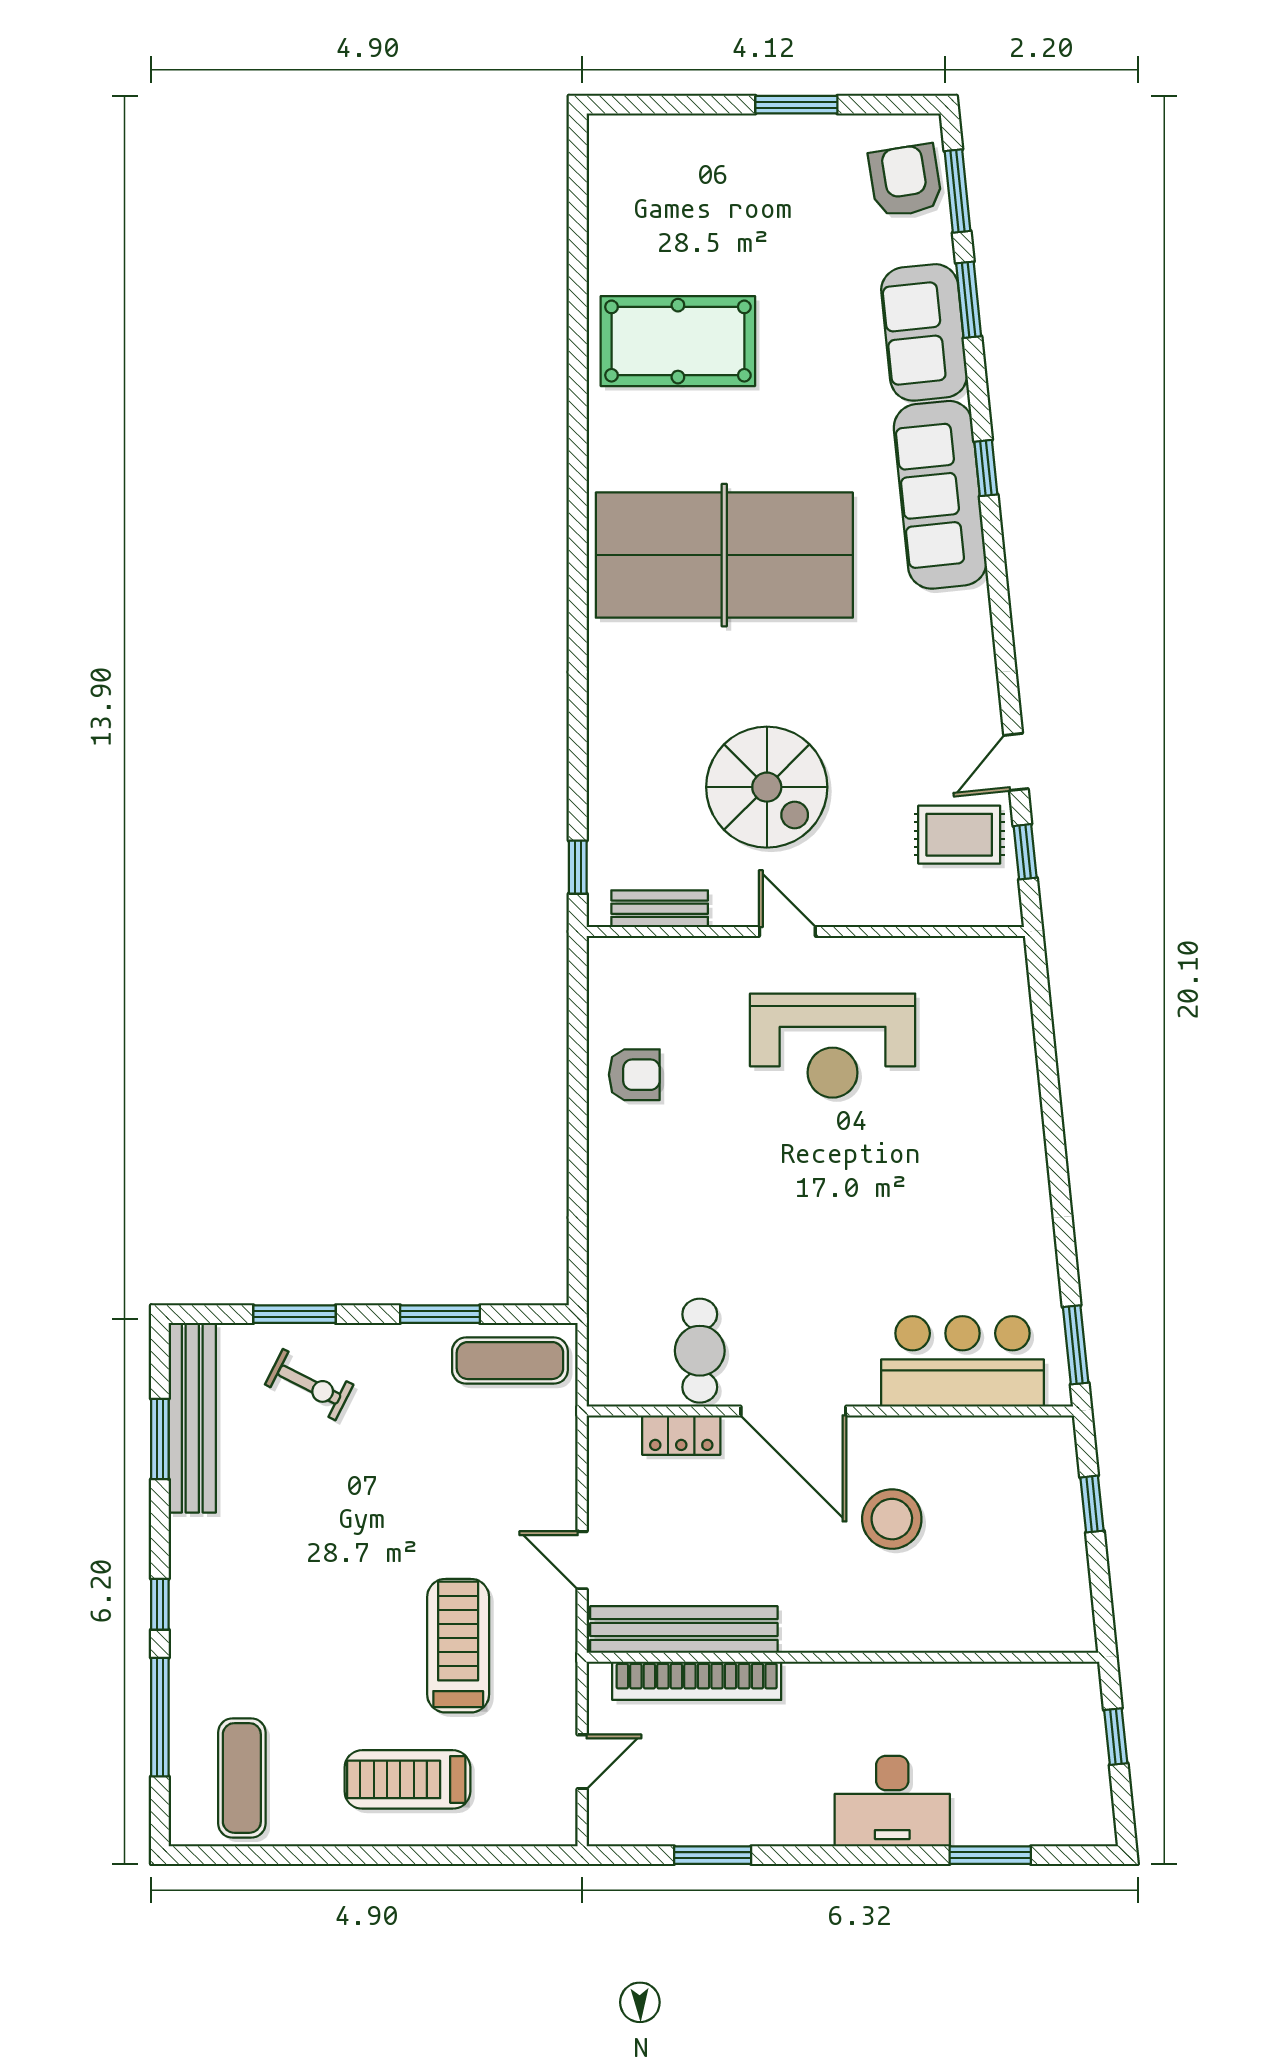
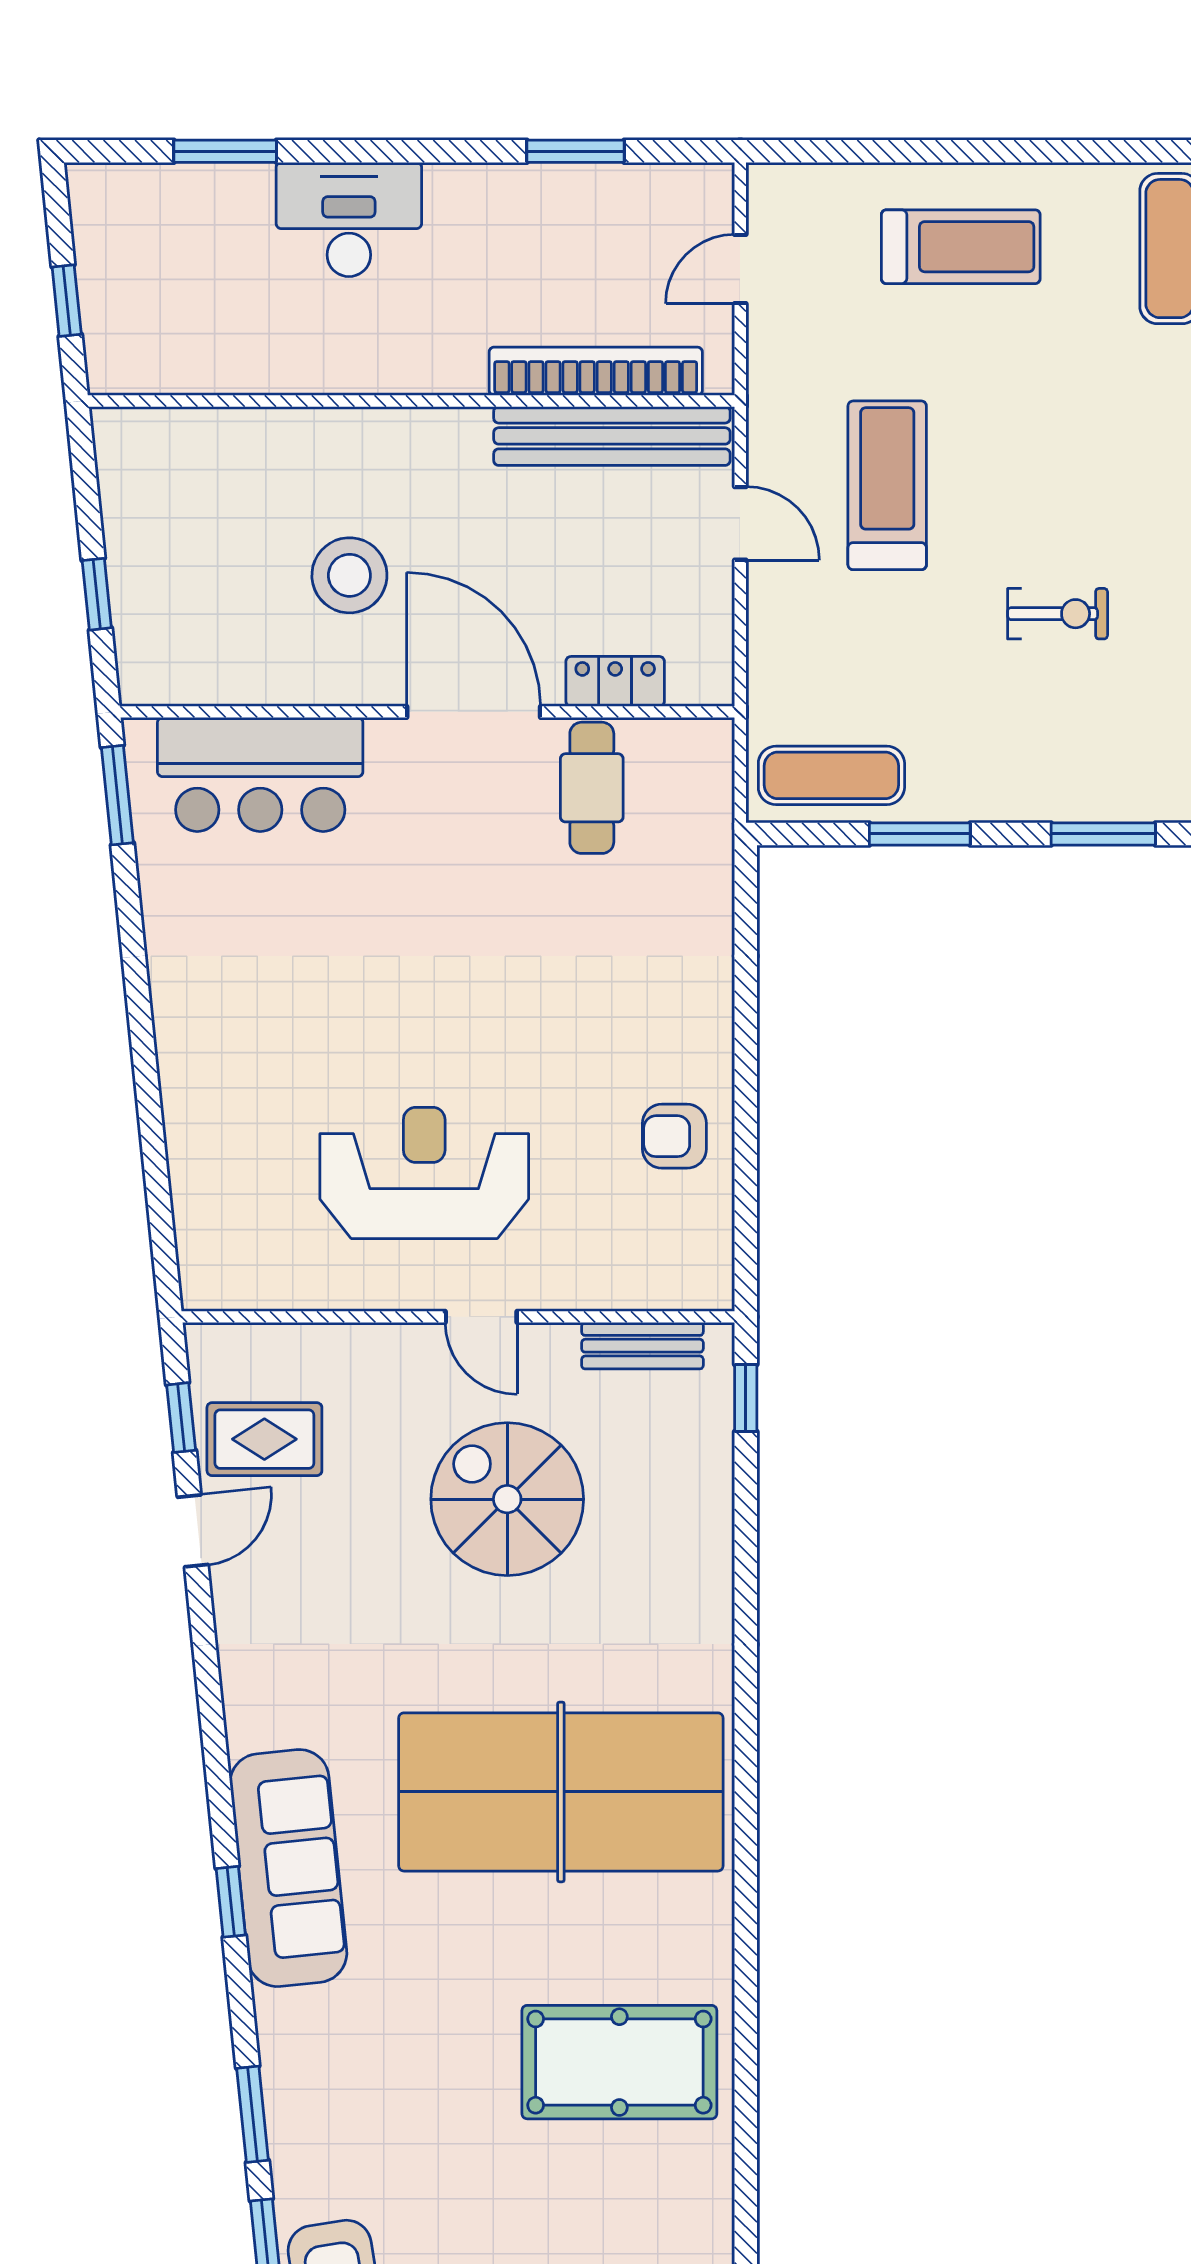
sofa: (924, 332) -> (309, 2073), removed
exercise bike: (309, 1385) -> (1058, 614), moved, turned 153
treadmill: (458, 1646) -> (887, 485), moved, turned 180

